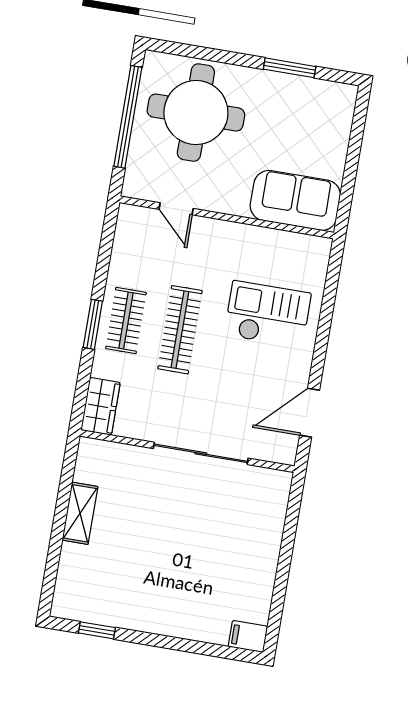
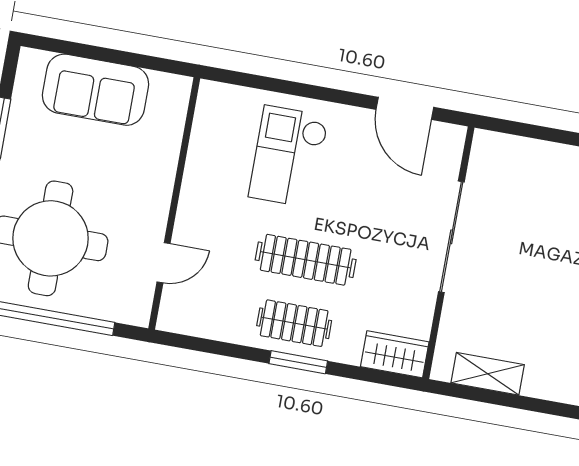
sofa: (295, 200) -> (95, 90), moved, turned -90
shelving: (80, 513) -> (488, 374), moved

